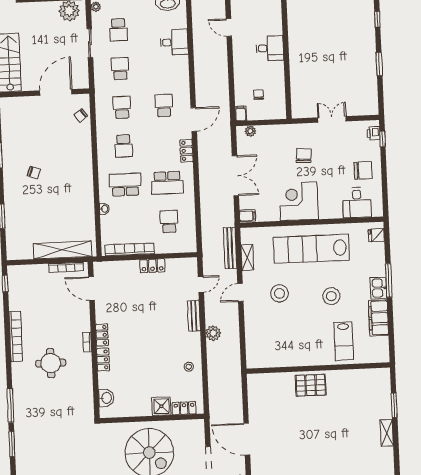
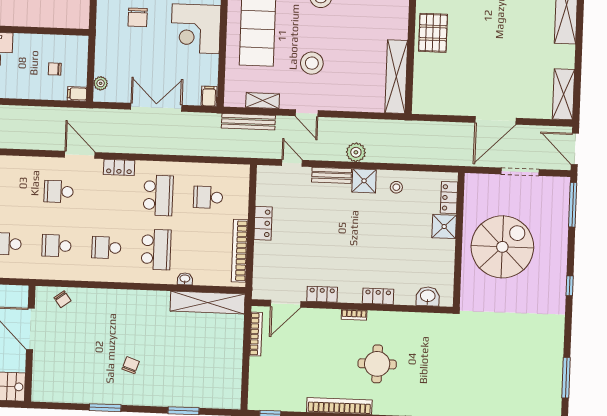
school desk: (124, 146) -> (106, 248), turned 180
chair: (304, 156) -> (138, 17), turned -94
school desk: (125, 185) -> (156, 250), turned 180
shelving: (63, 250) -> (208, 303), moved, turned 90
locker: (102, 335) -> (322, 294), moved
shower: (192, 341) -> (364, 181), added
shelving: (274, 360) -> (396, 77), added

